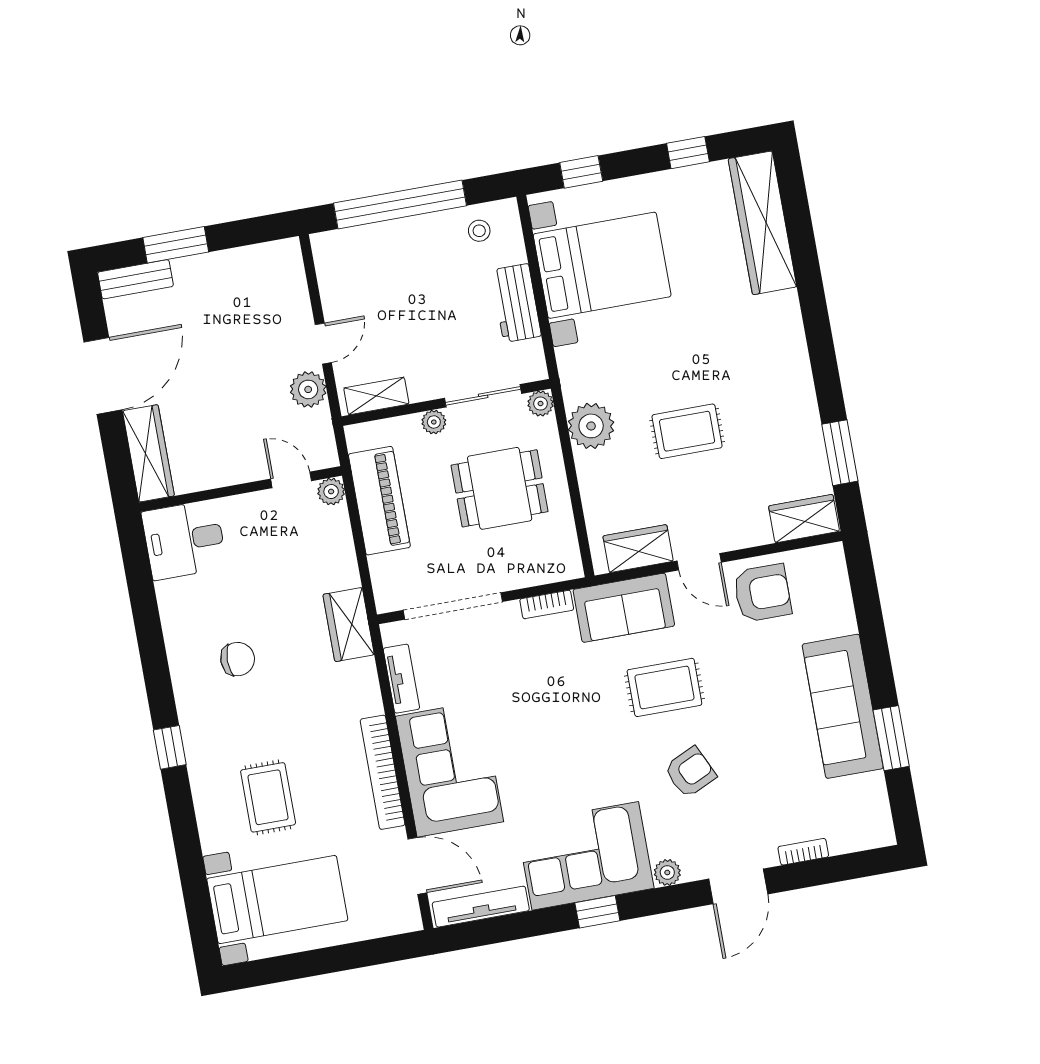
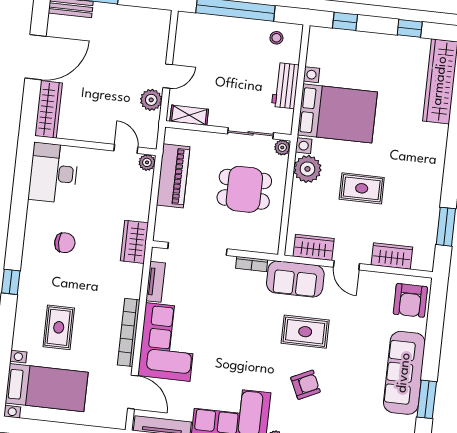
bed with nightstands: (602, 265) -> (337, 113), moved
plant: (434, 422) -> (218, 140), removed
wardrobe: (804, 519) -> (392, 256), moved
desk: (184, 540) -> (54, 173), width x1.37
armchair: (762, 593) -> (410, 300), moved, turned 90

